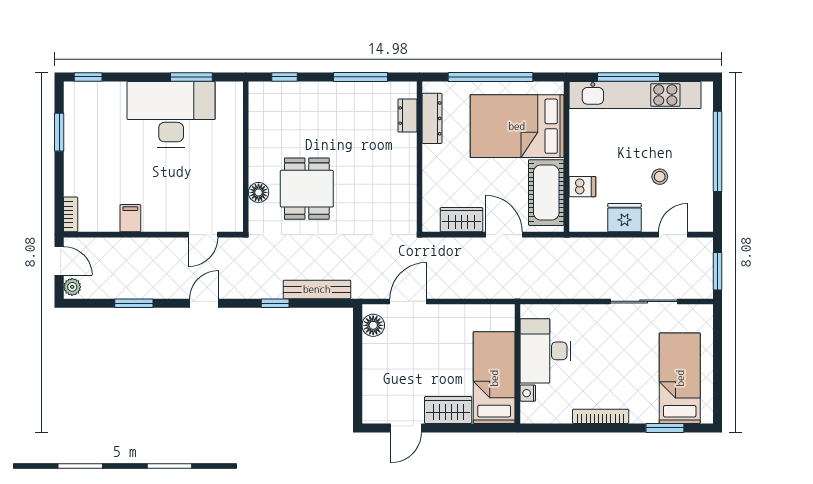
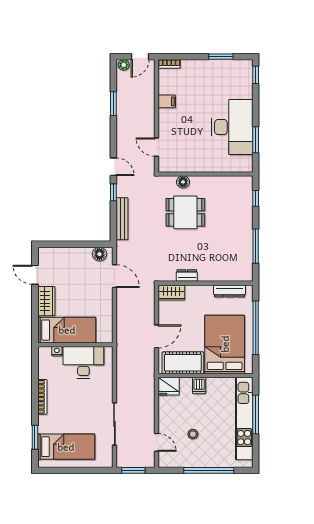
dresser: (407, 116) -> (187, 276), moved
dishwasher: (582, 187) -> (199, 385), moved
fridge: (625, 218) -> (169, 386), moved, turned 90
wardrobe: (462, 220) -> (171, 292), moved, turned 90
door: (204, 303) -> (113, 167), moved

